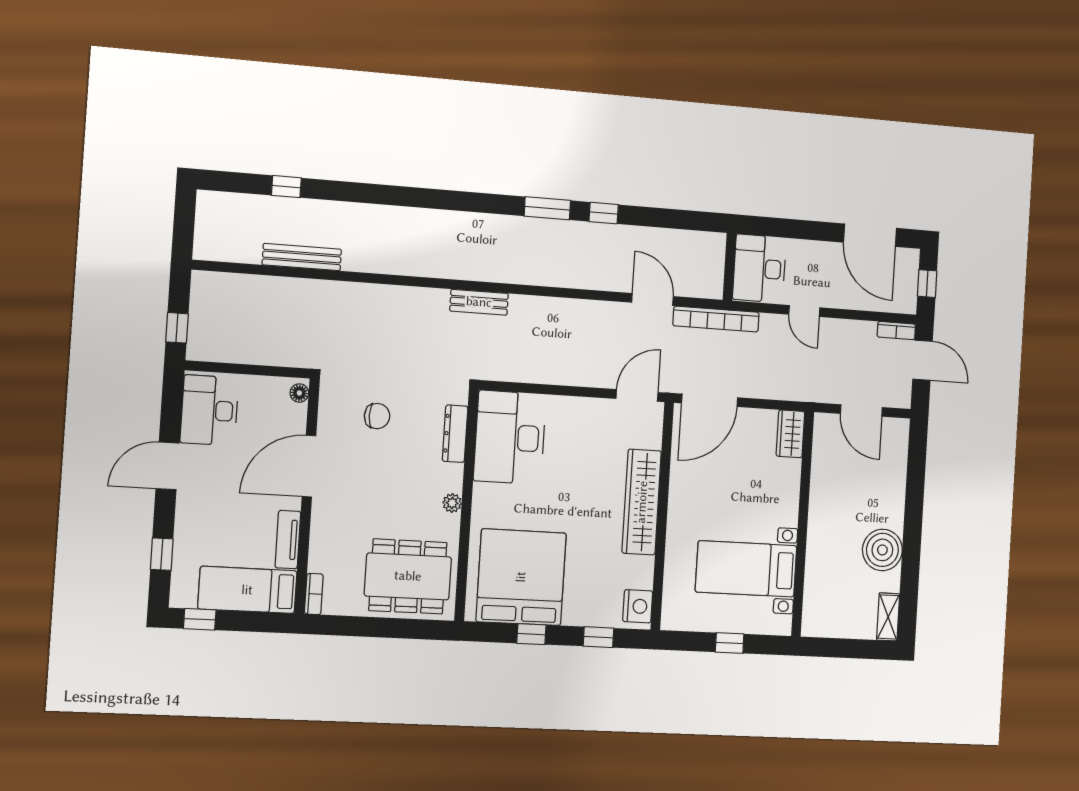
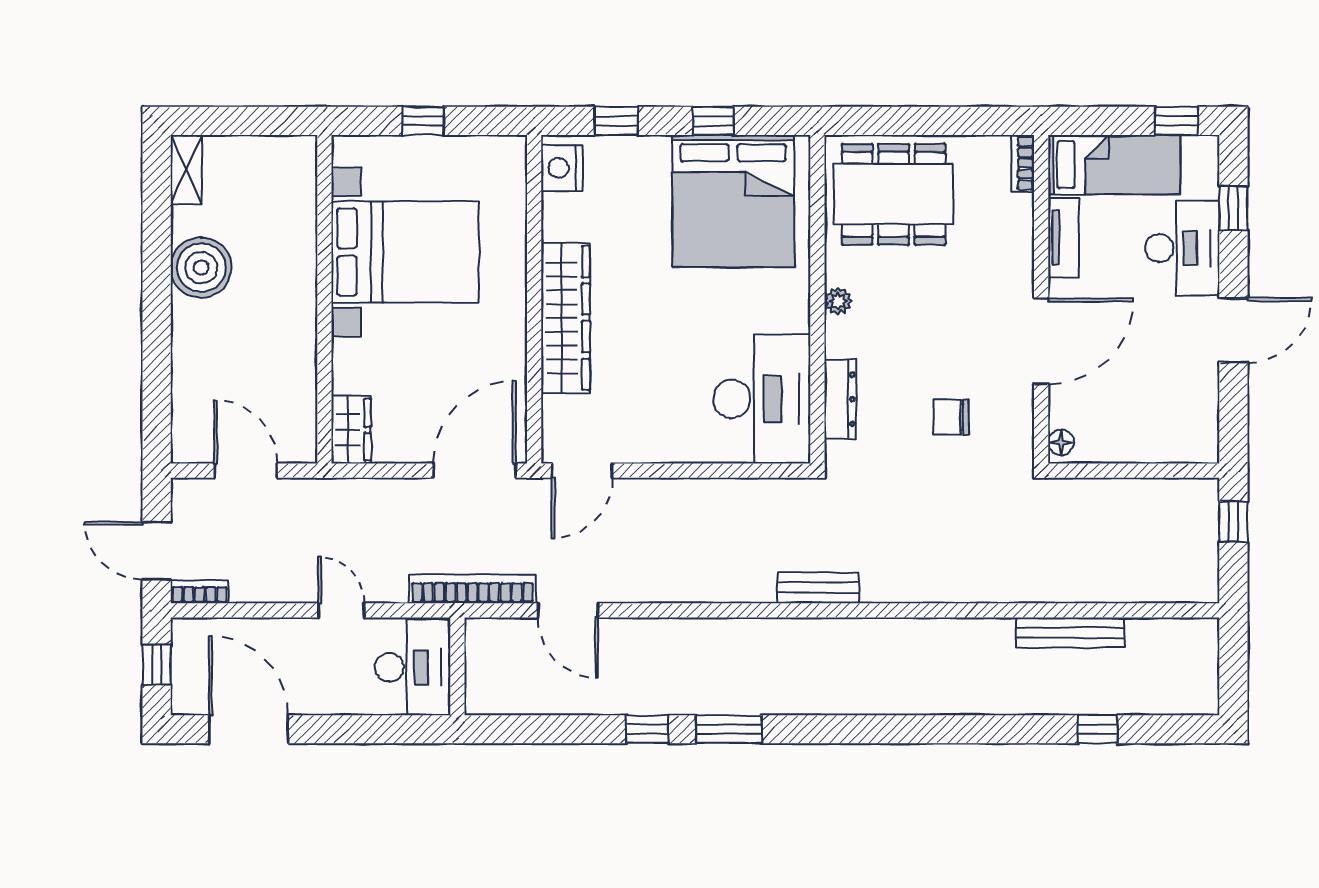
desk: (209, 410) -> (1182, 248), moved
bed with nightstands: (746, 569) -> (405, 252), width x1.36

